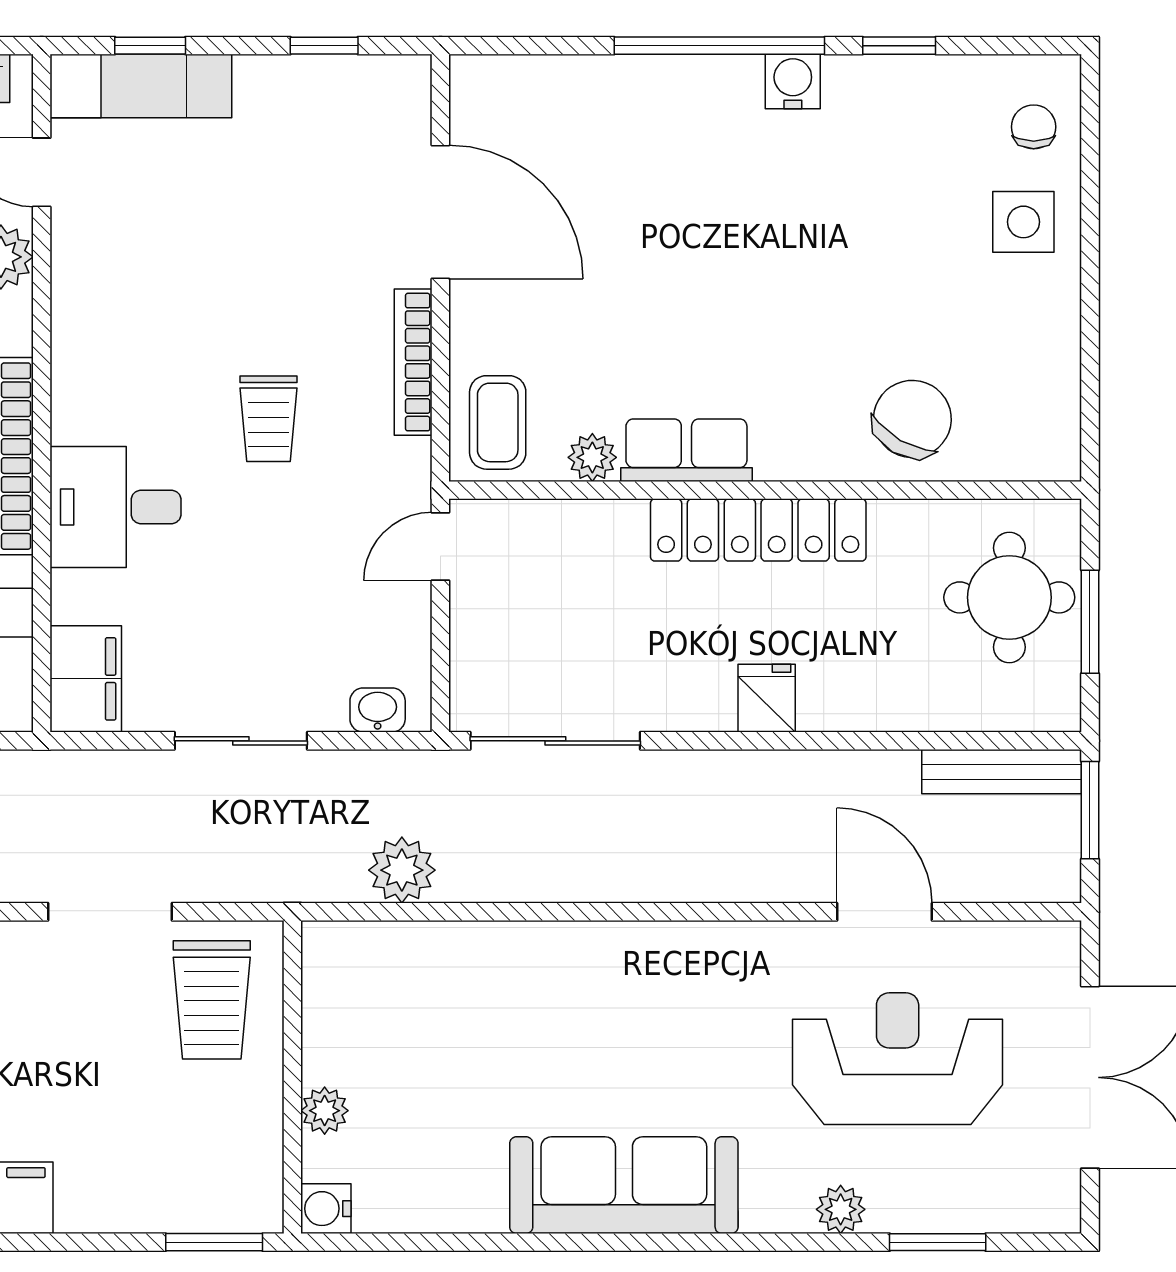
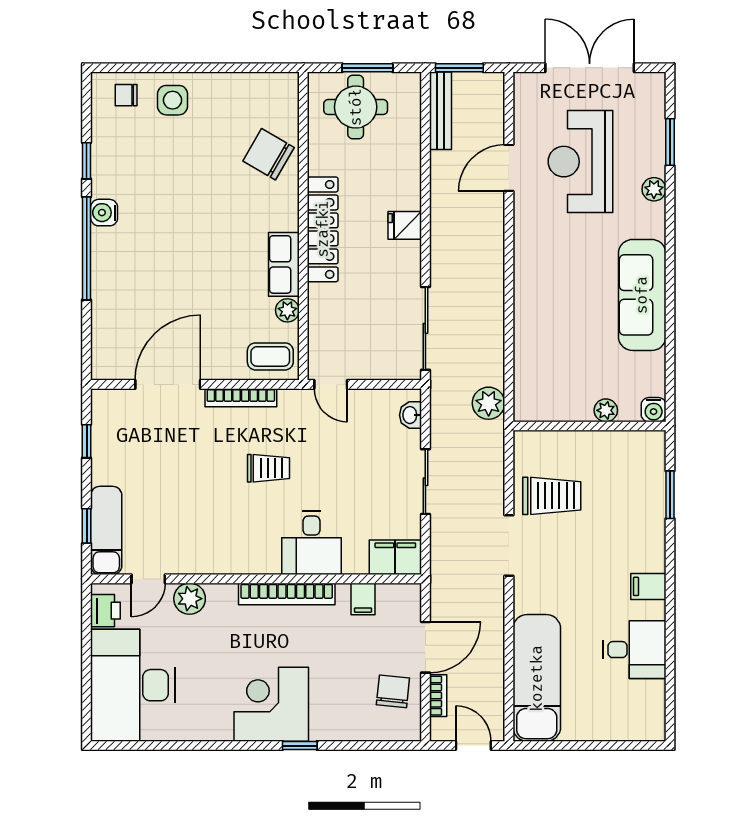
wall: (292, 1077) -> (589, 426), moved
plant: (325, 1111) -> (606, 410), moved
water cooler: (326, 1209) -> (654, 410), moved

